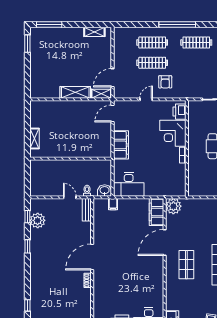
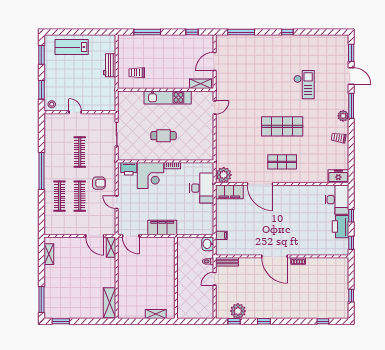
clothes rail: (196, 43) -> (80, 152), moved
shelving: (75, 92) -> (110, 303), moved
desk: (129, 184) -> (202, 188), moved

